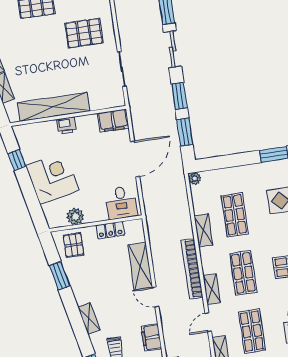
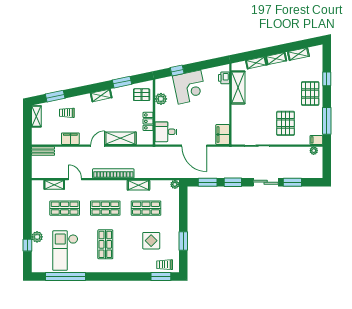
shelving: (54, 107) -> (238, 87), width x0.68
printer: (66, 126) -> (224, 78), moved
window: (17, 160) -> (177, 71), moved
shelving: (212, 289) -> (97, 185), removed
shelving: (89, 318) -> (101, 95), moved

